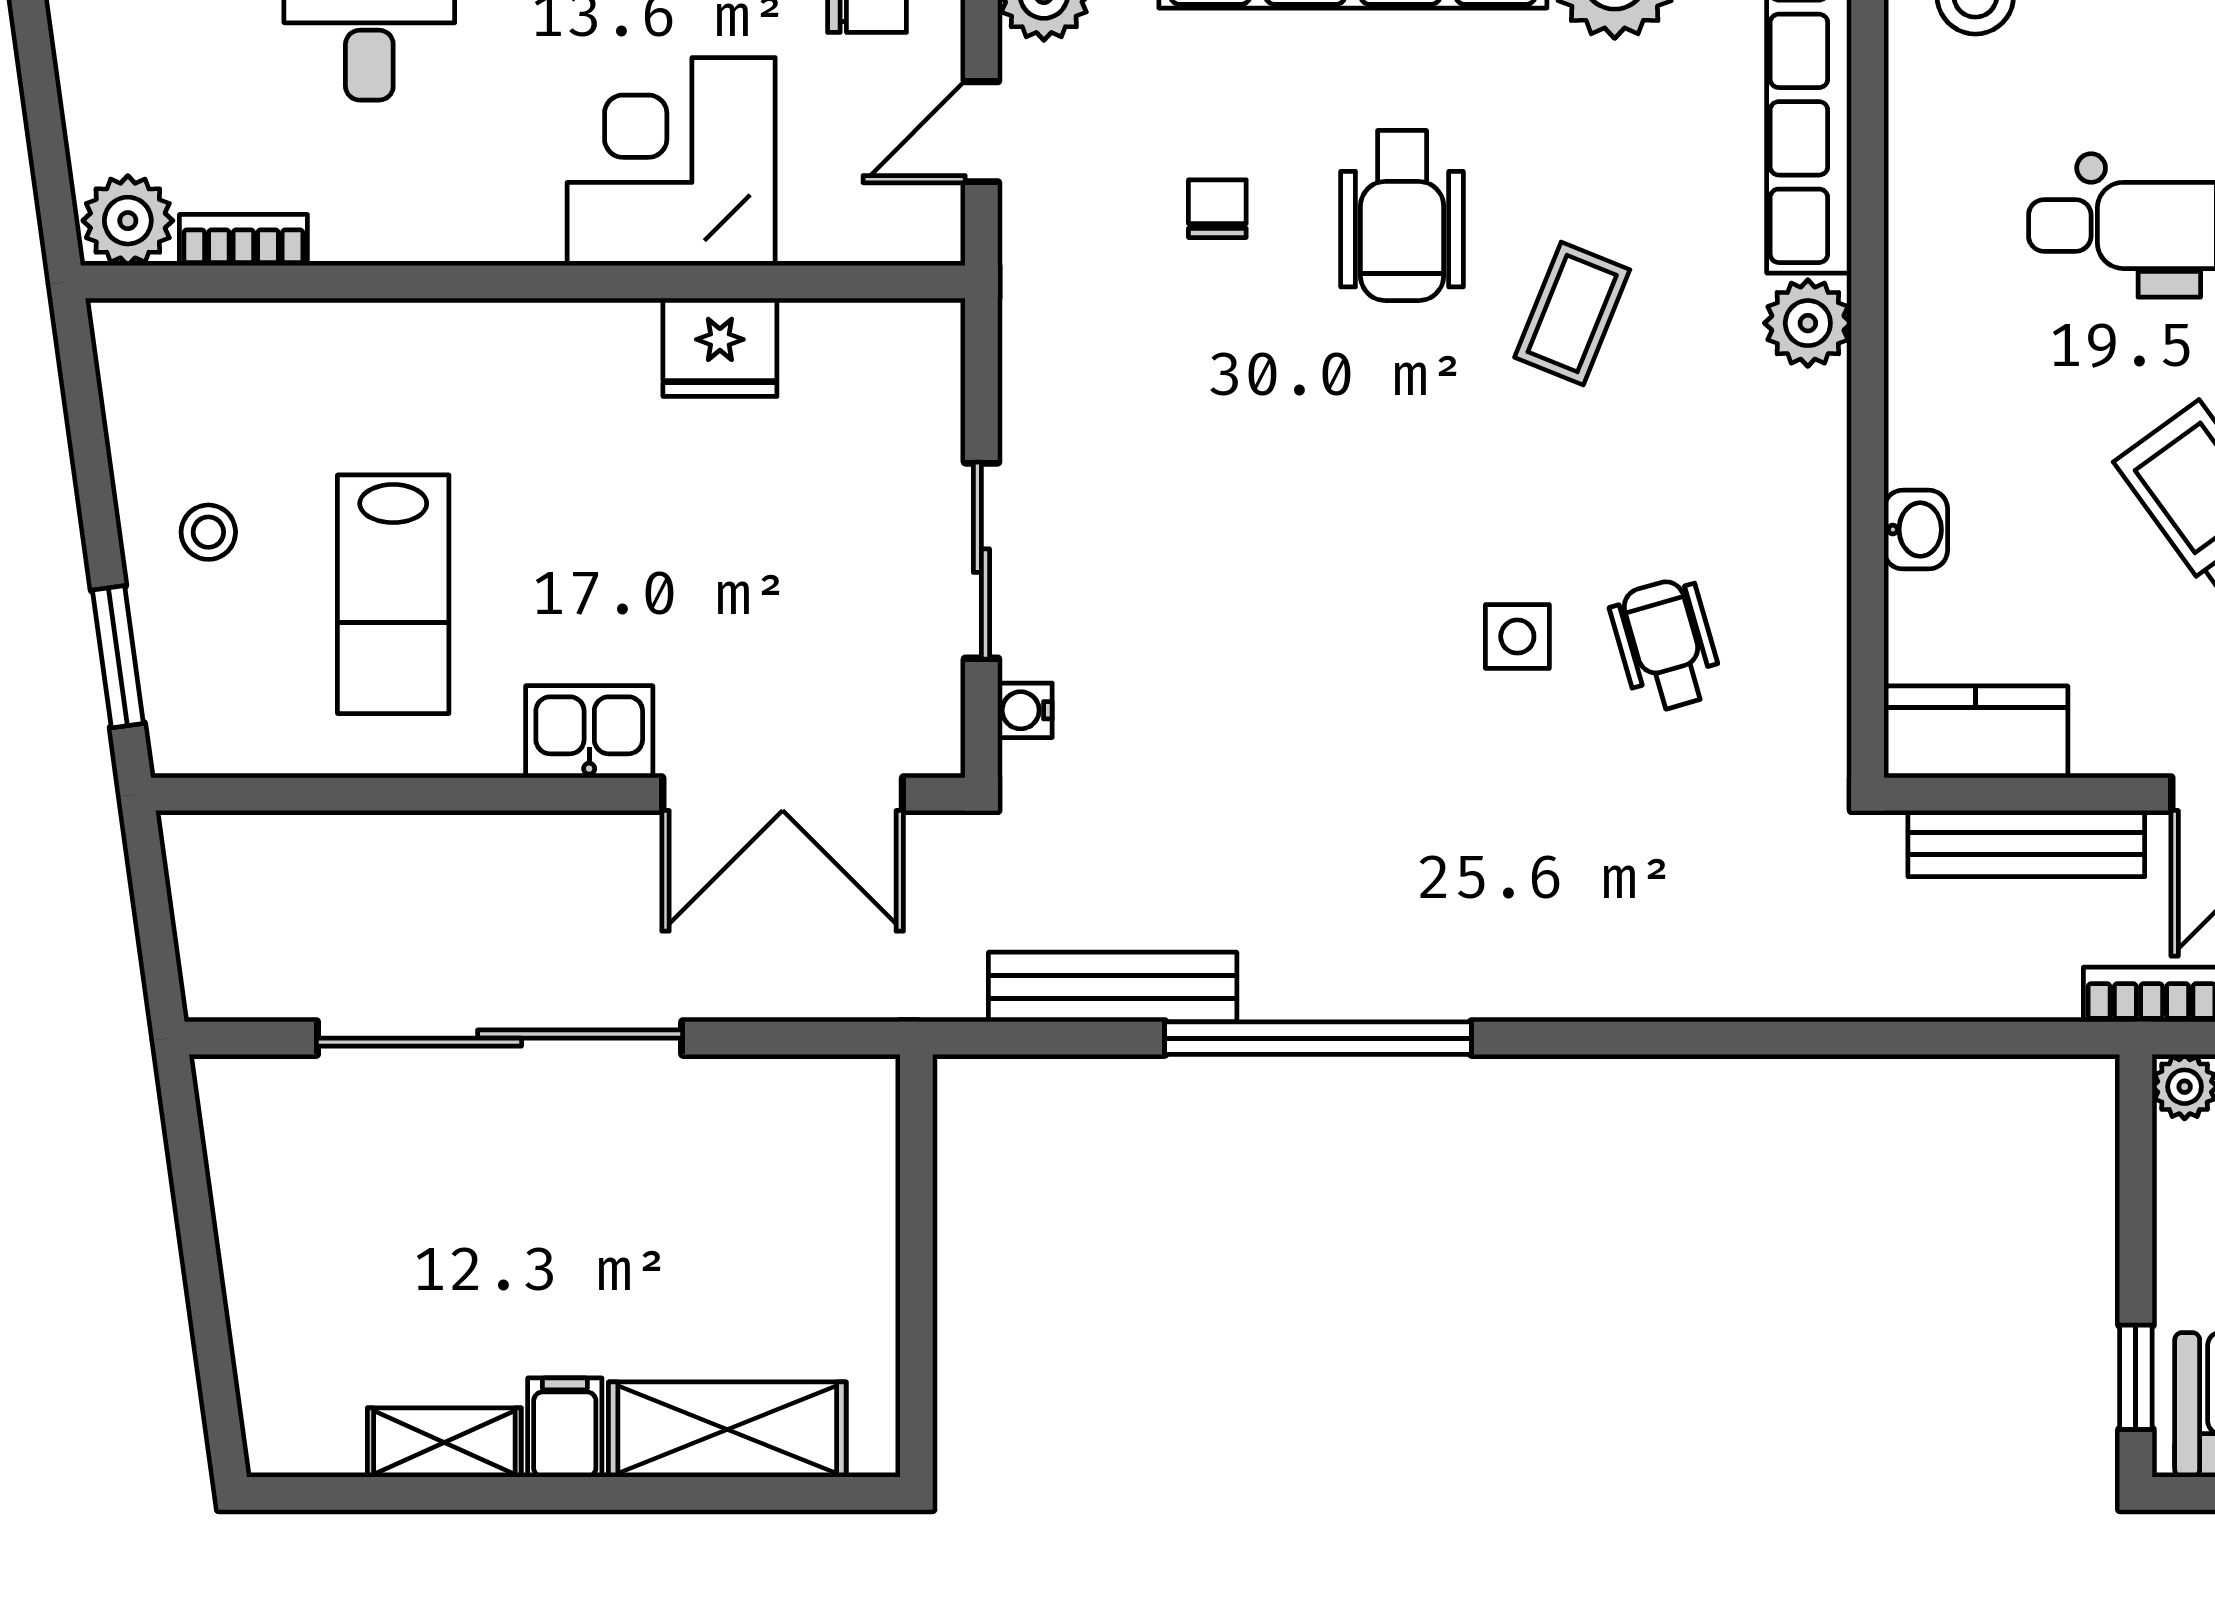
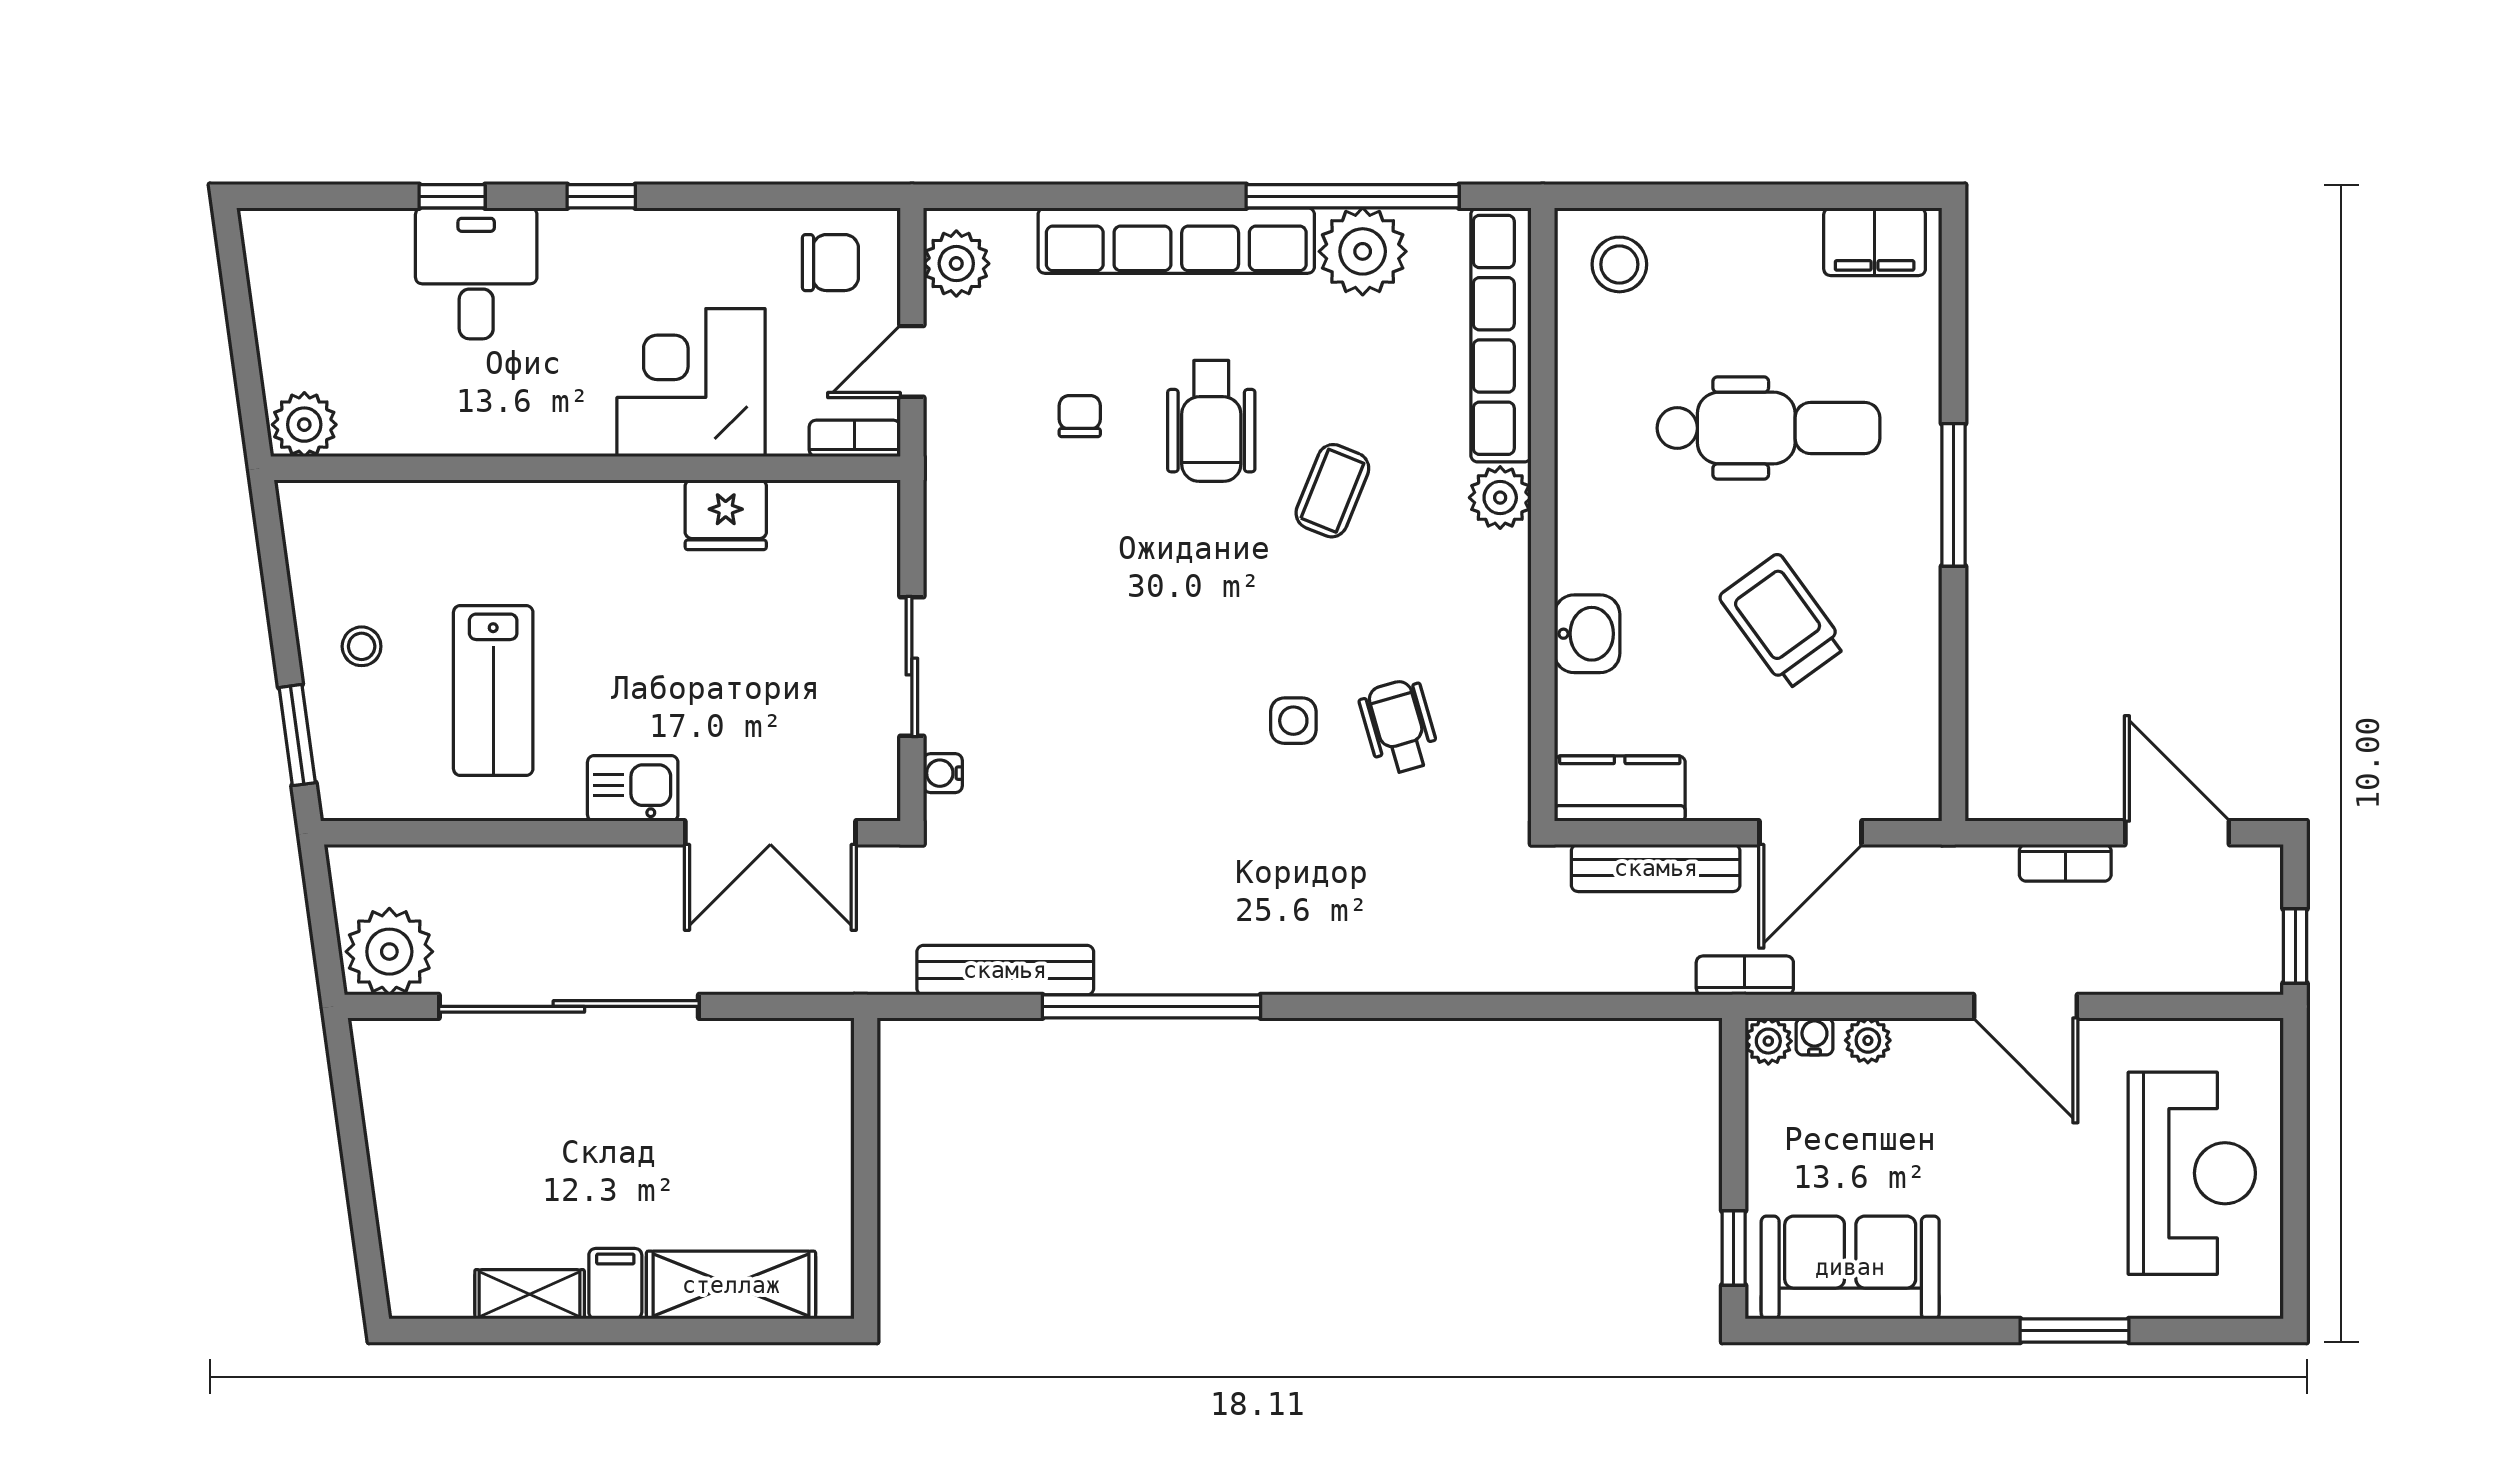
bookcase: (243, 240) -> (855, 438), moved
washbasin: (1916, 530) -> (1587, 634), width x1.38, depth x1.45
plant: (247, 961) -> (389, 952), added

